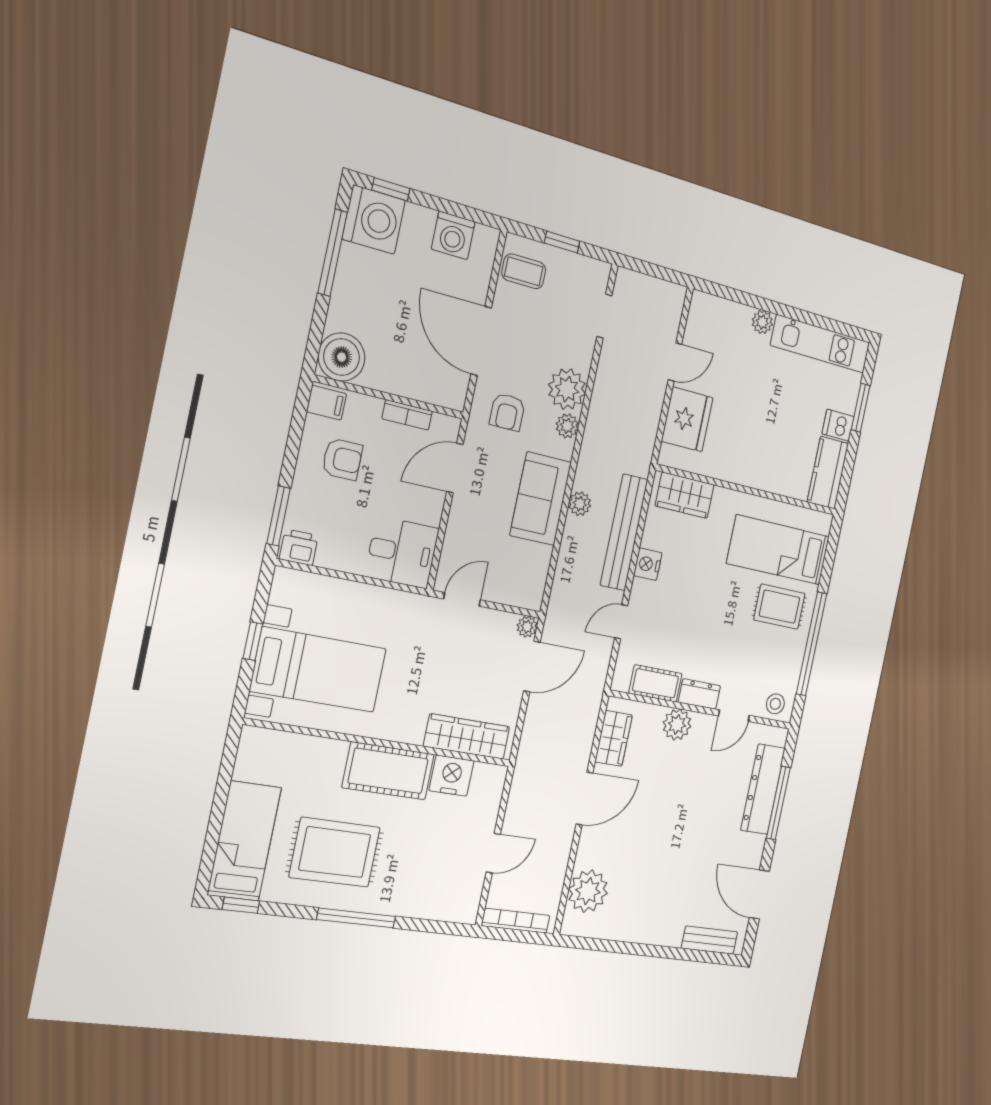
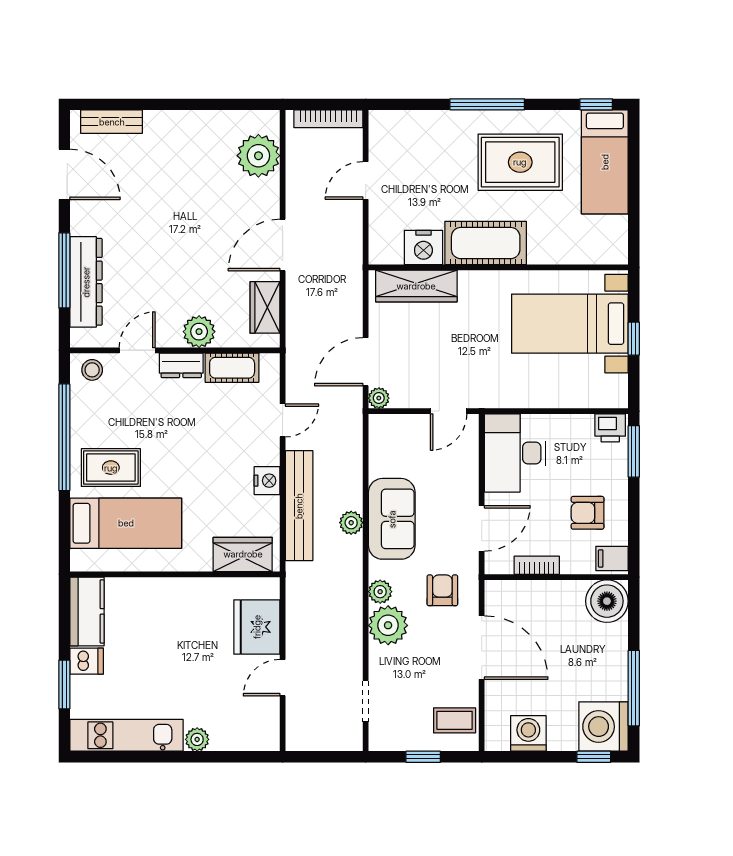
desk: (402, 552) -> (515, 453), width x1.37

